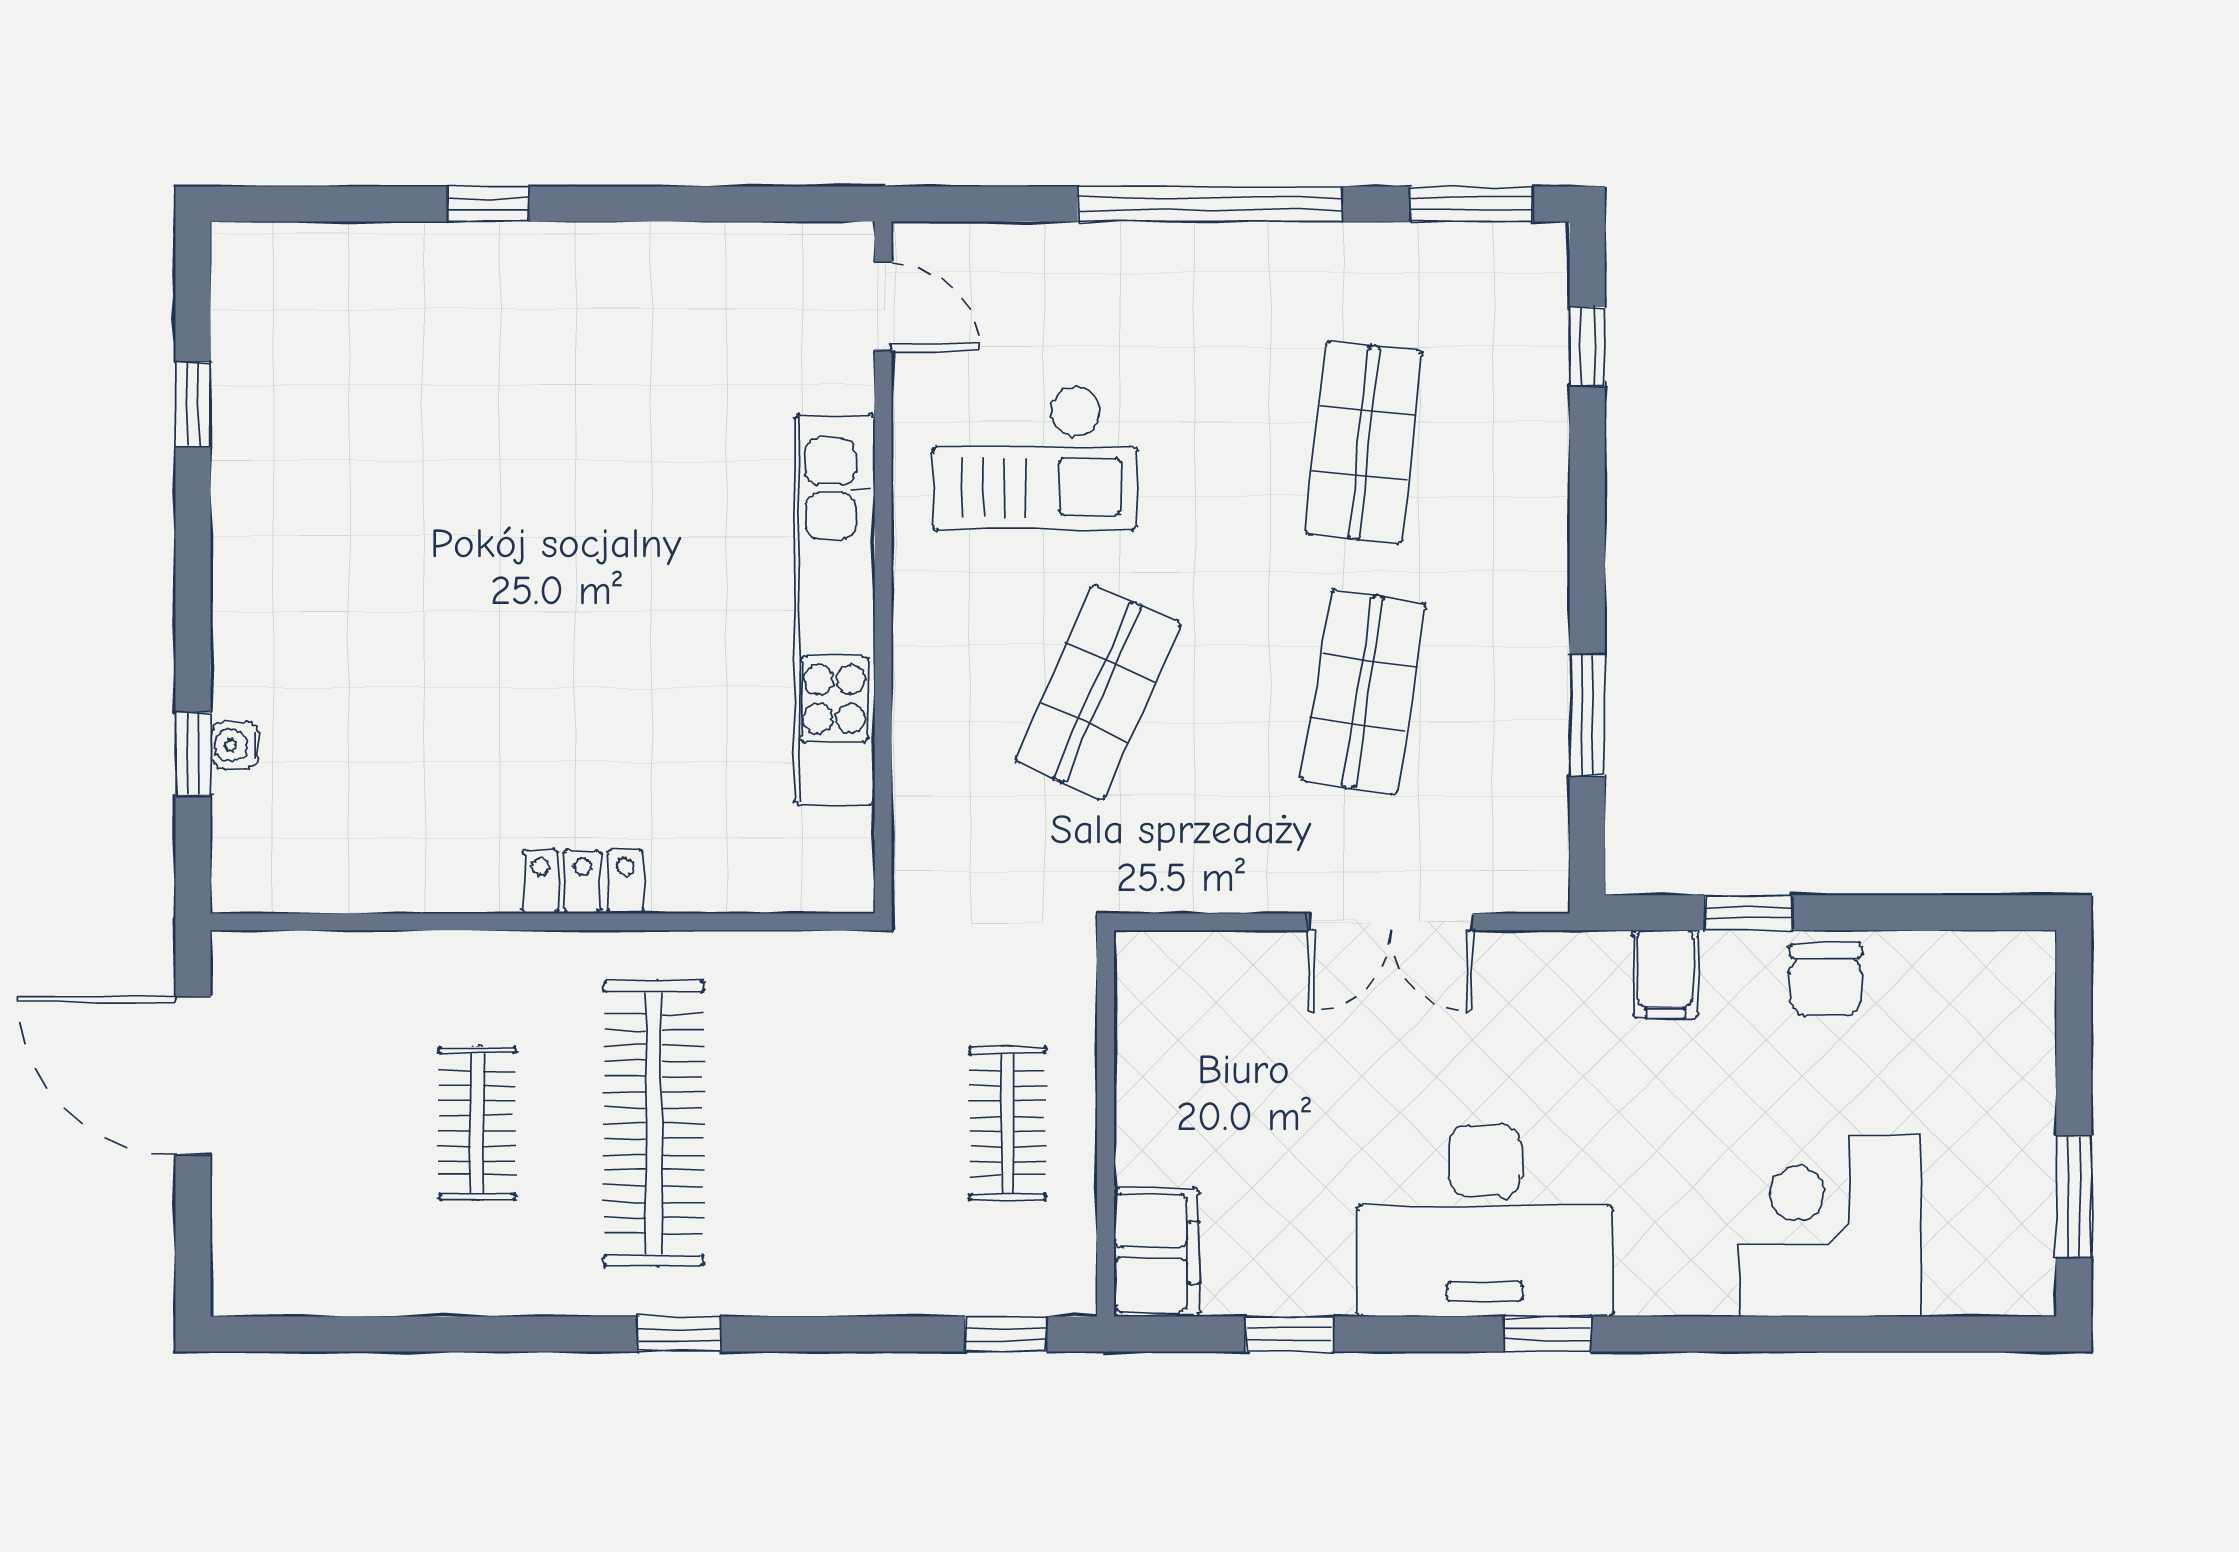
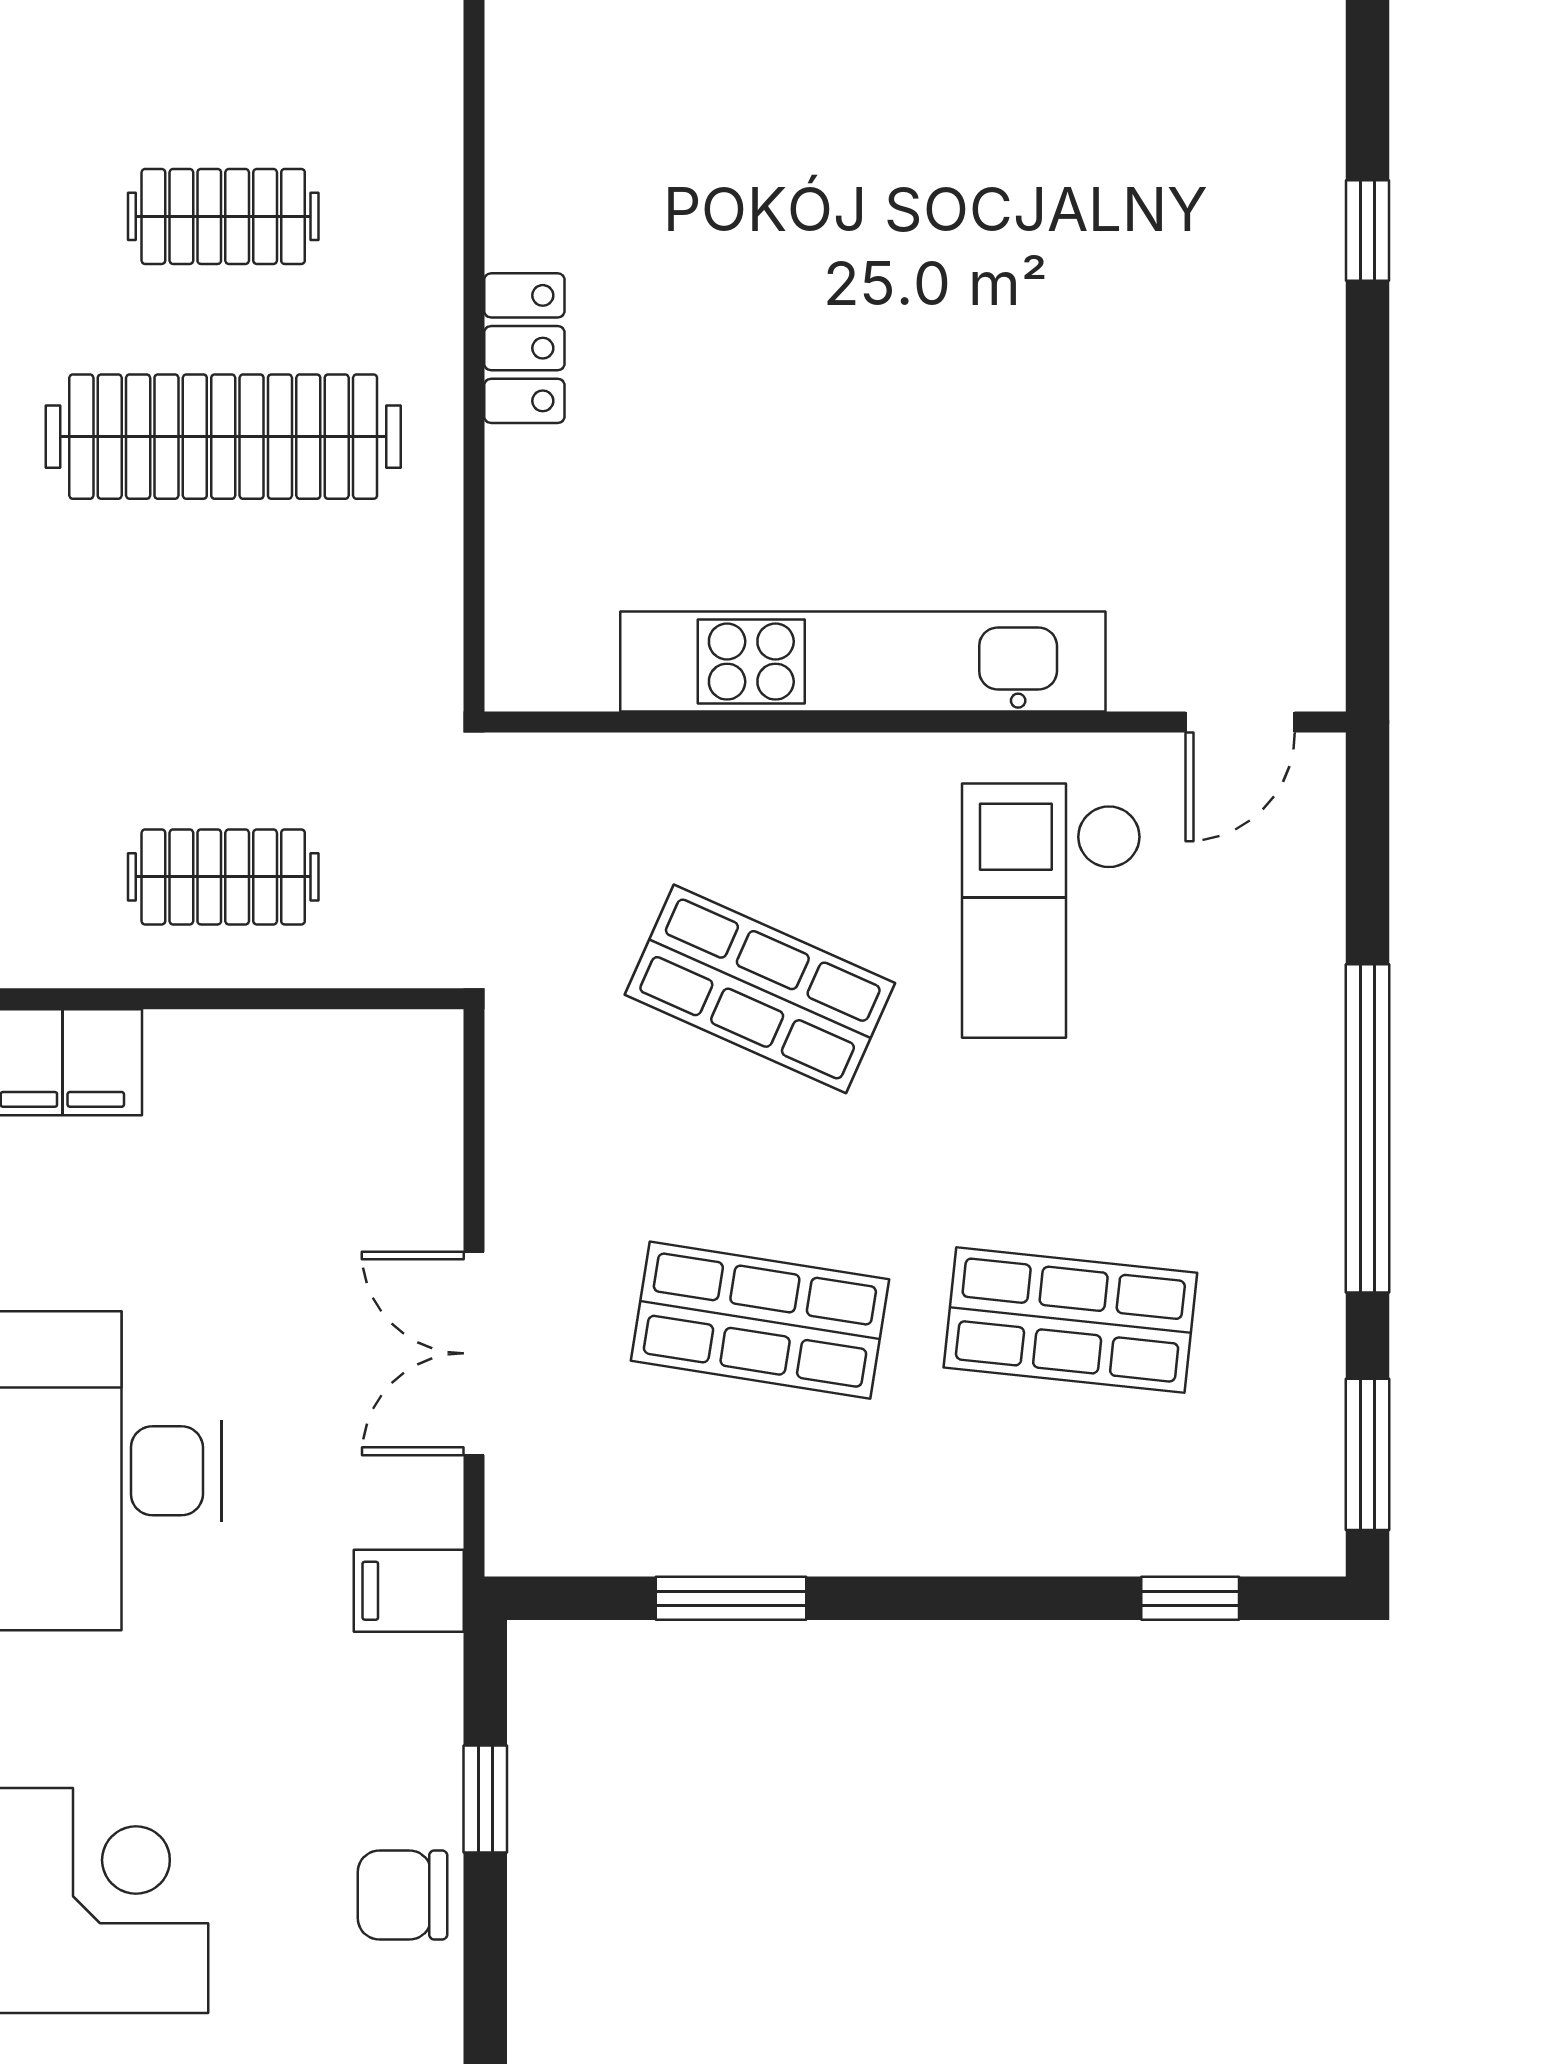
filing cabinet: (1665, 974) -> (409, 1591), moved

